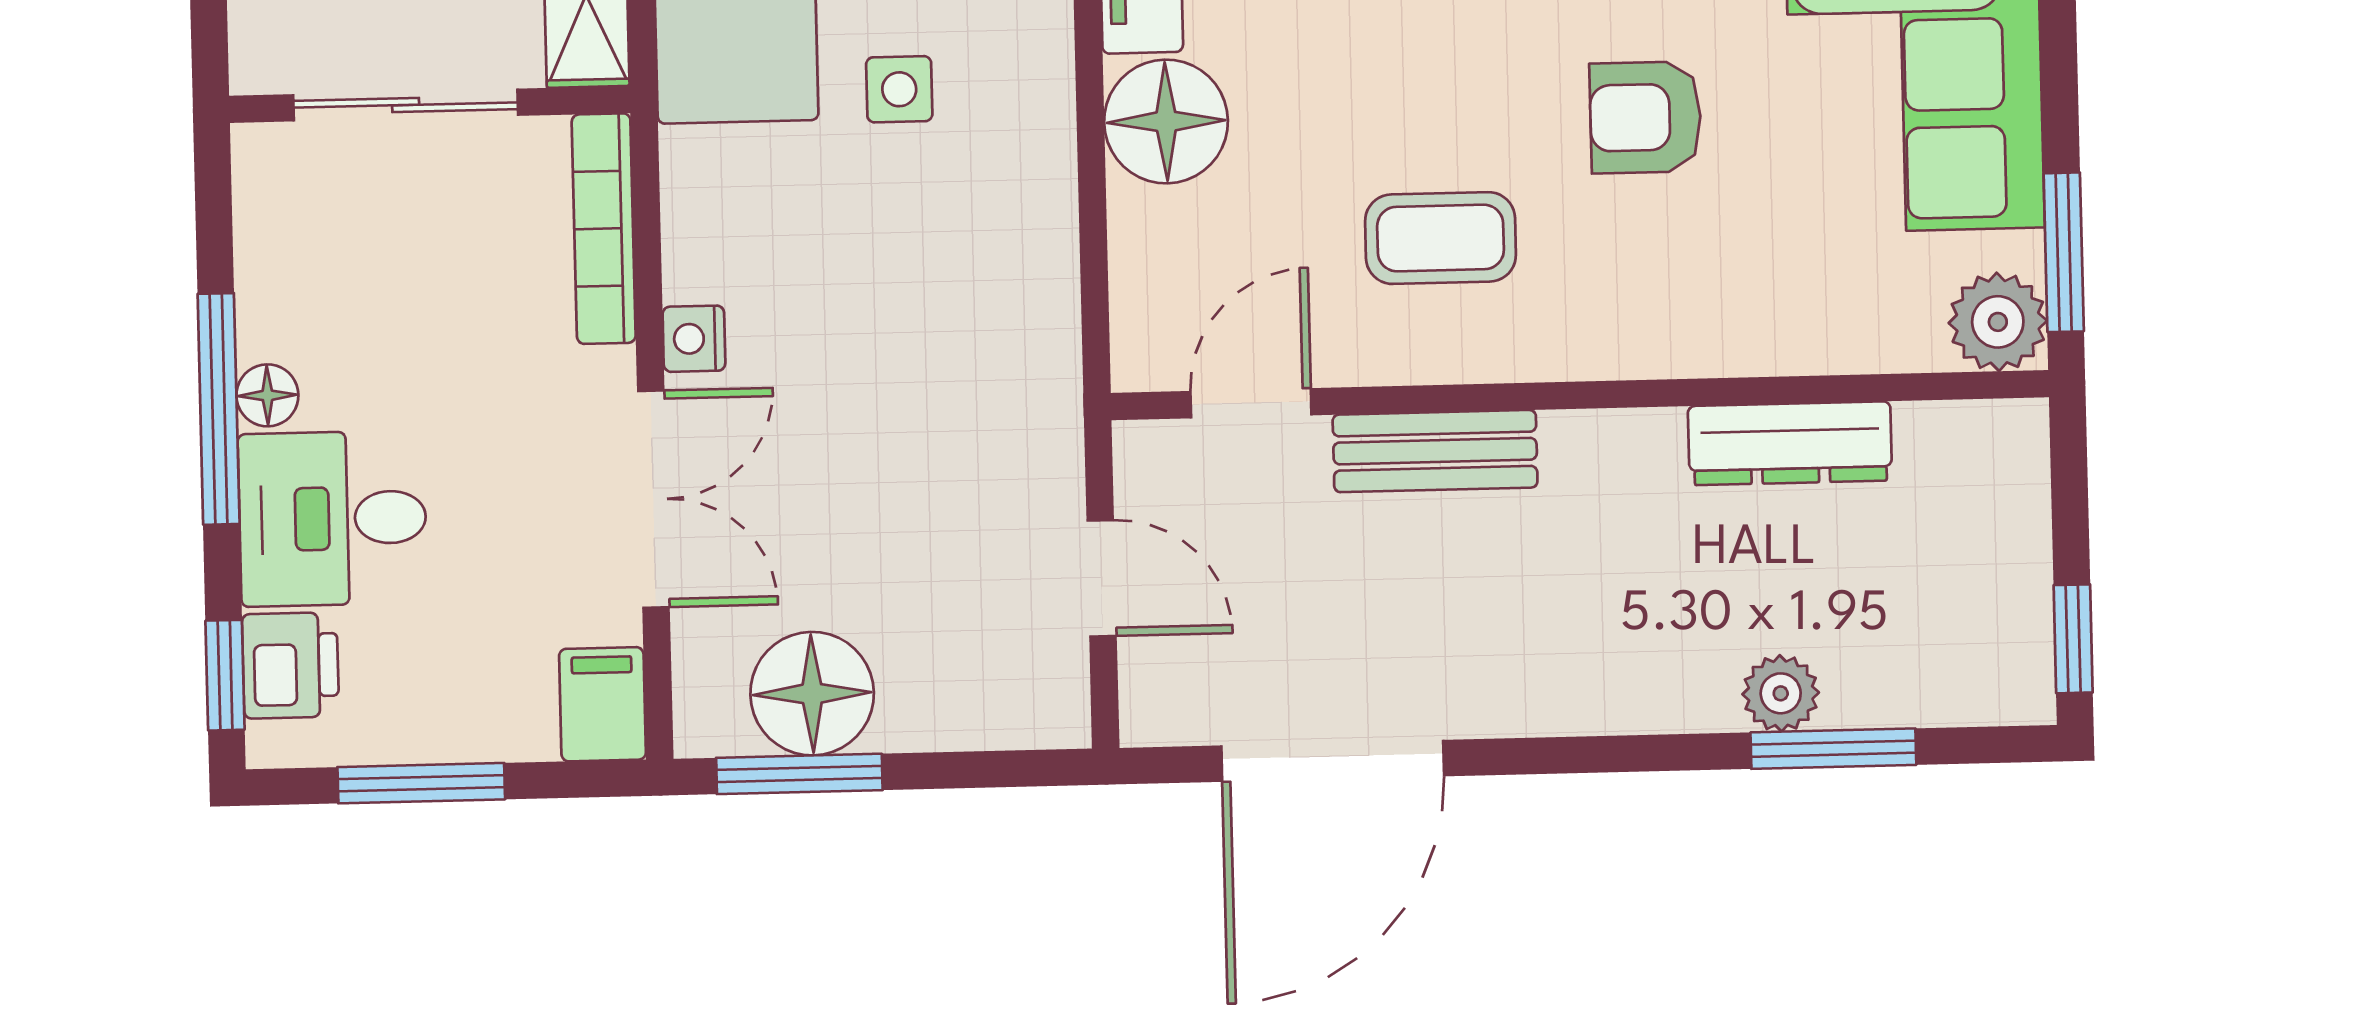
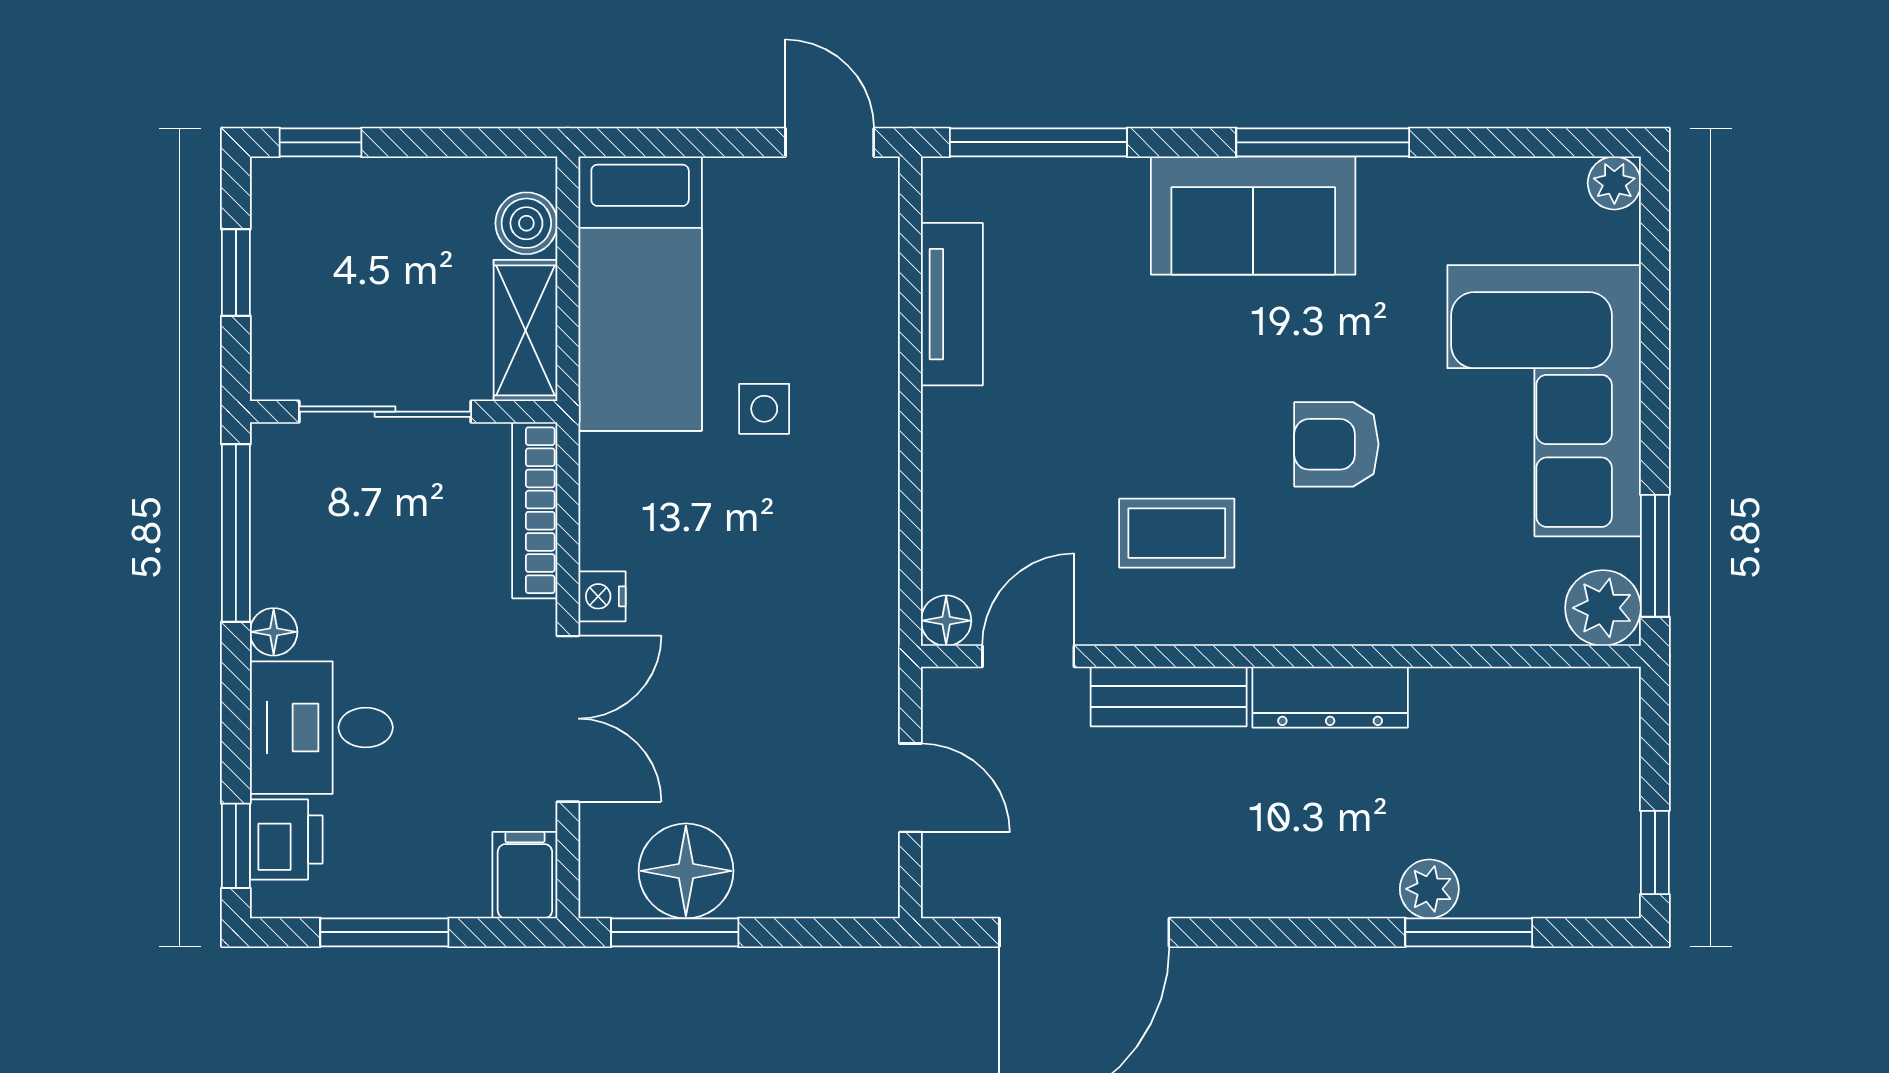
floor lamp: (1166, 121) -> (946, 621), moved, width x0.53, depth x0.53
window: (219, 409) -> (236, 533), moved
dresser: (1790, 443) -> (1330, 697), moved

